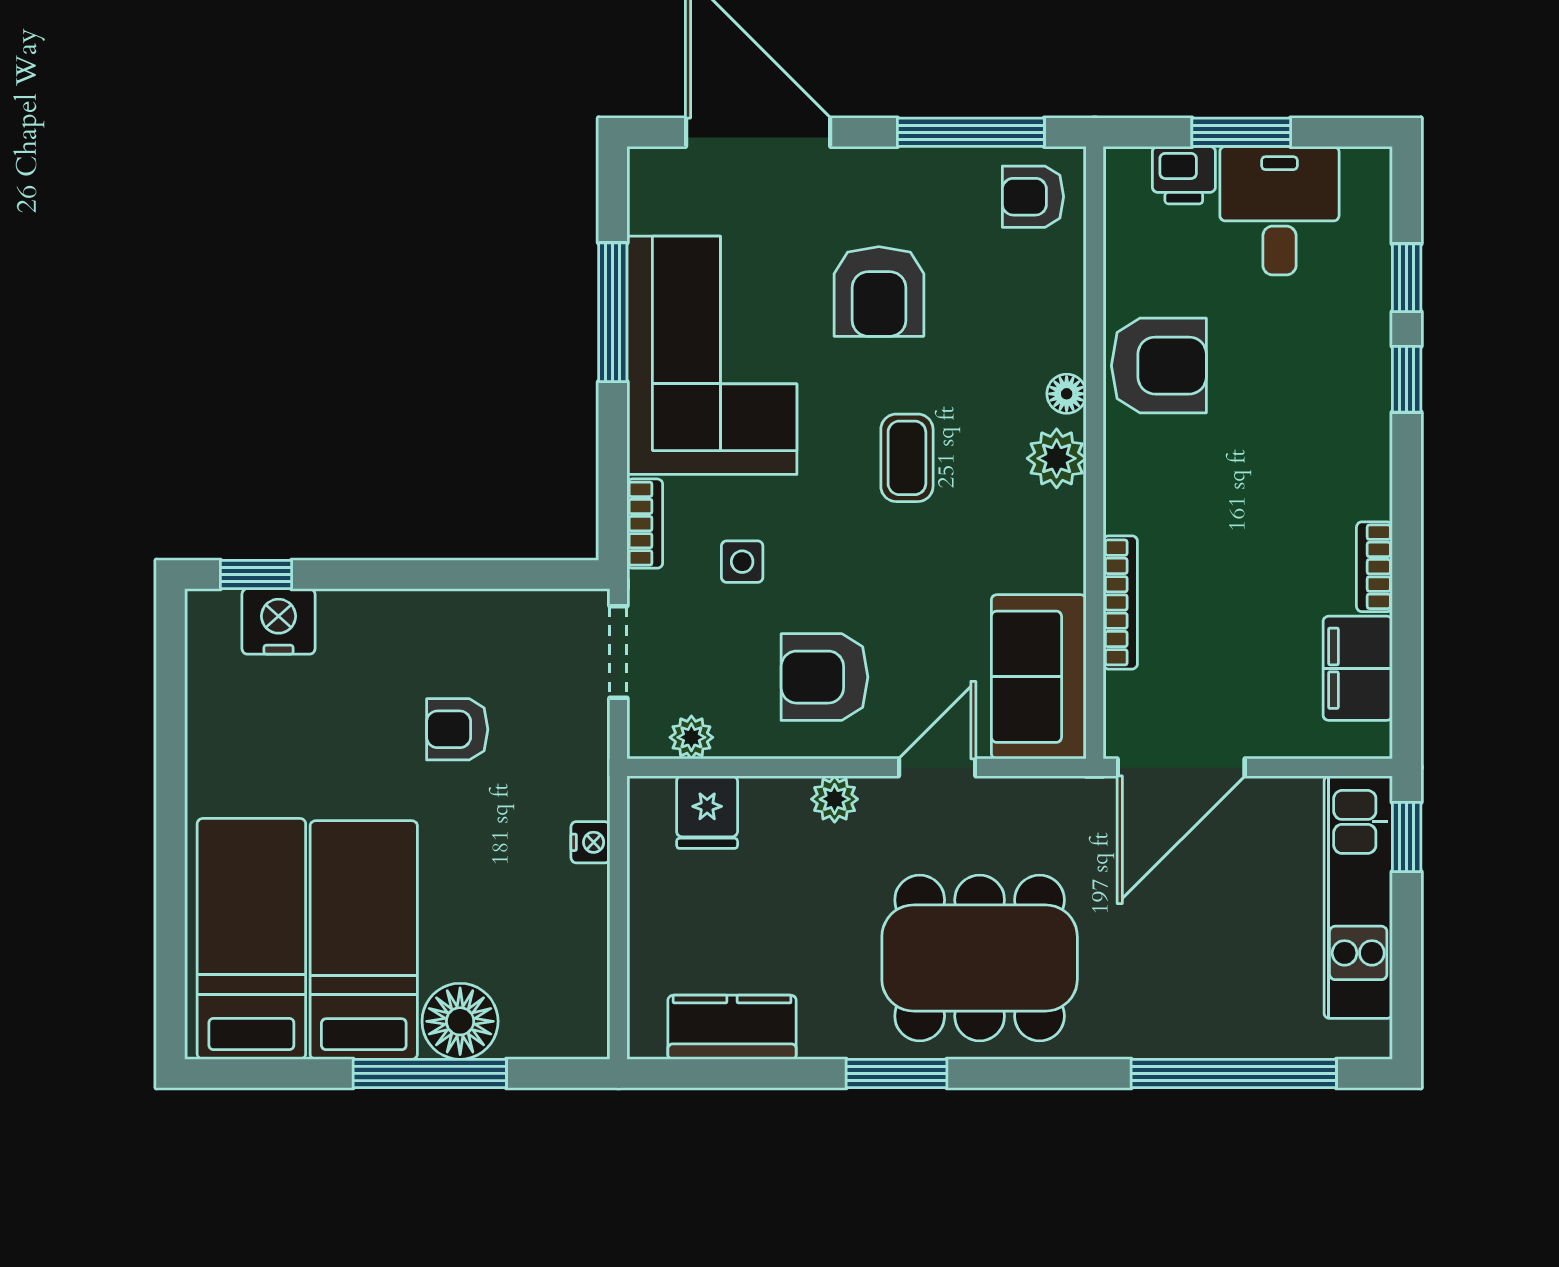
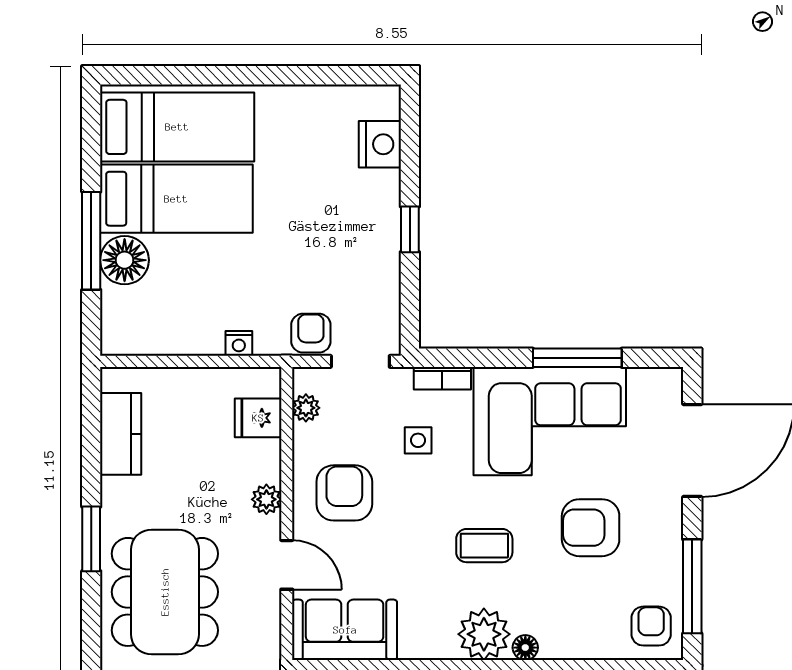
plant: (1057, 458) -> (484, 634), width x1.36, depth x1.36
window: (256, 575) -> (410, 229), moved
armchair: (457, 729) -> (311, 333), moved

